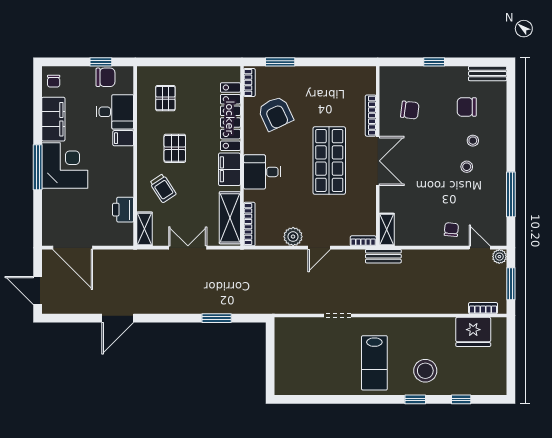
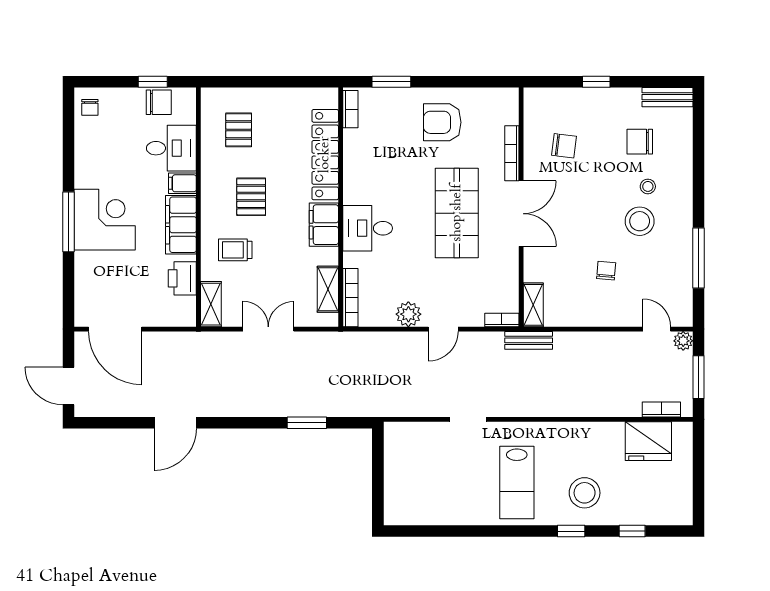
armchair: (275, 113) -> (442, 122), moved, turned 115
filing cabinet: (53, 119) -> (181, 225), moved, turned 180
stool: (467, 167) -> (640, 221), width x1.89, depth x1.89
trolley: (163, 188) -> (235, 250), turned 123
shelving: (230, 218) -> (328, 289), width x0.67, depth x0.75
chair: (451, 230) -> (606, 271), moved

